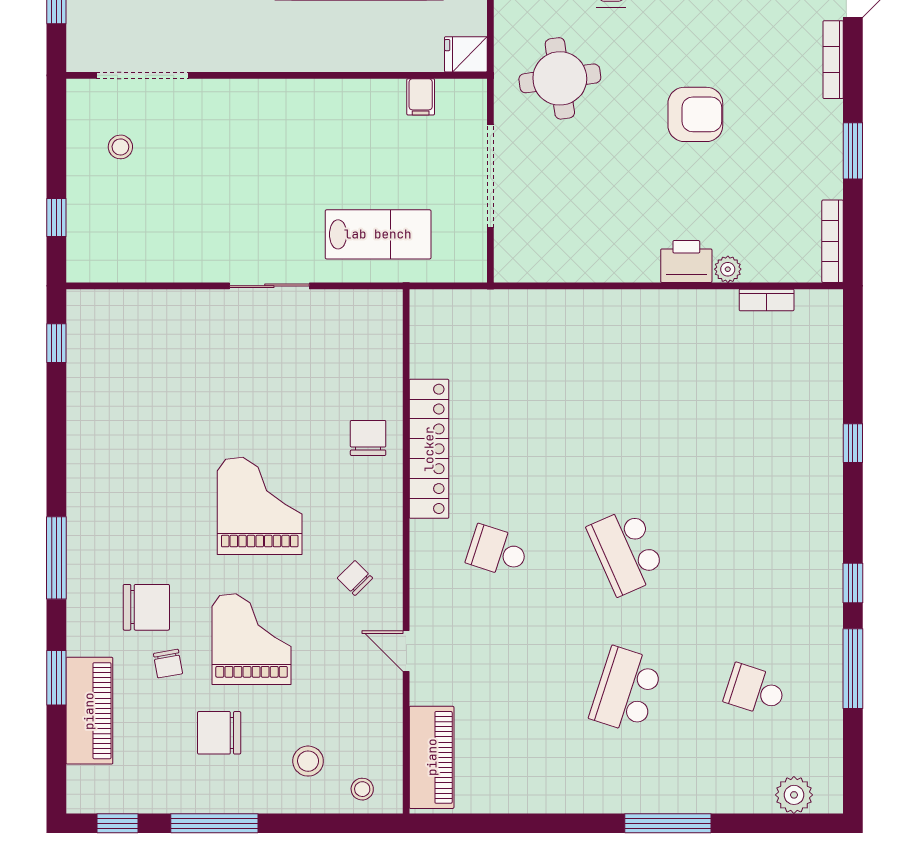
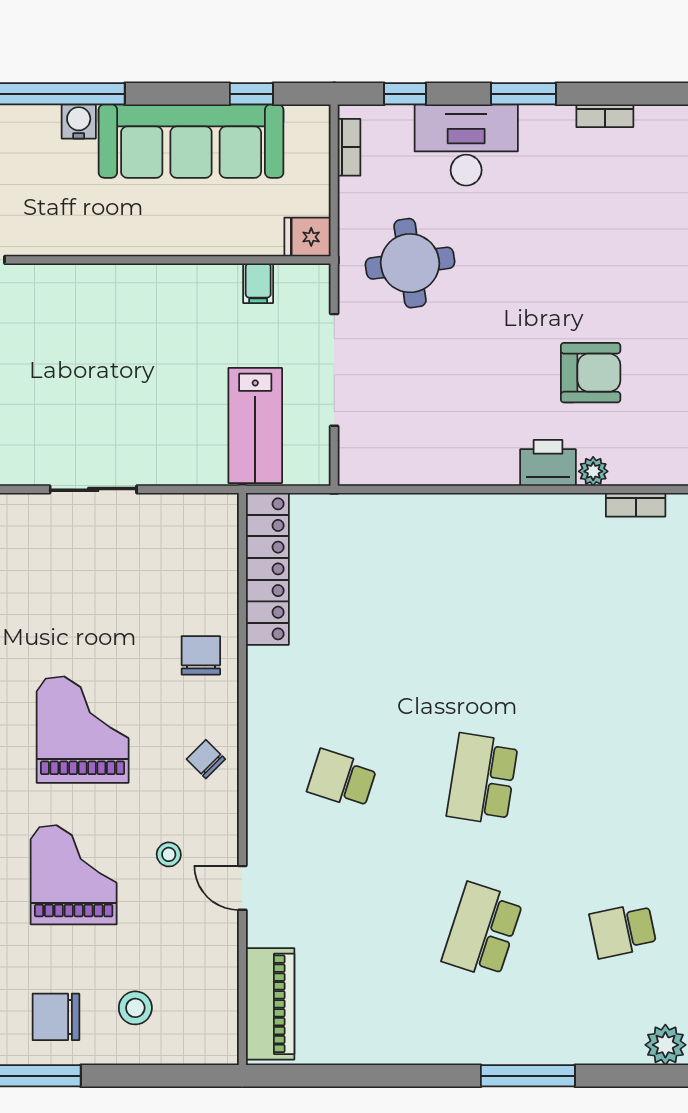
armchair: (695, 114) -> (591, 373), moved
lab bench: (378, 234) -> (255, 425), moved, turned 90
locker: (429, 449) -> (267, 569), moved
school desk: (626, 551) -> (482, 779), turned 33
chair: (355, 578) -> (206, 759), moved
school desk: (755, 690) -> (623, 930), turned -30
chair: (219, 733) -> (56, 1017), moved
stool: (362, 789) -> (169, 854), moved

